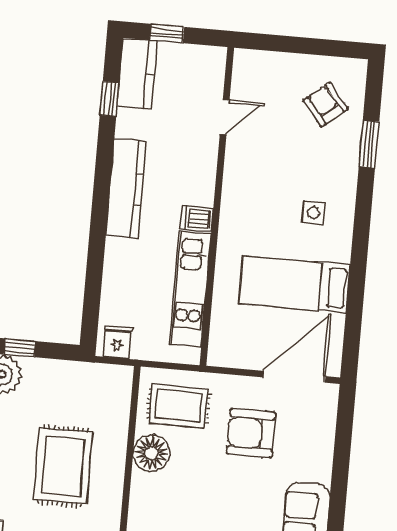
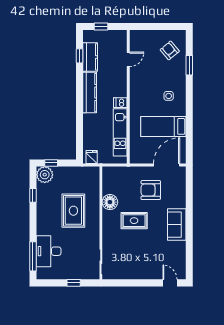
kitchen counter: (137, 74) -> (90, 57), moved
rug: (178, 406) -> (134, 221), moved

